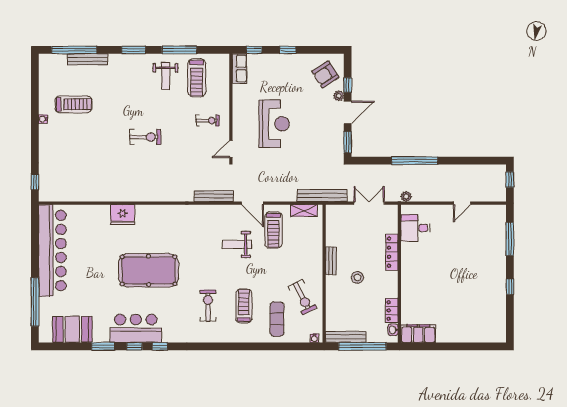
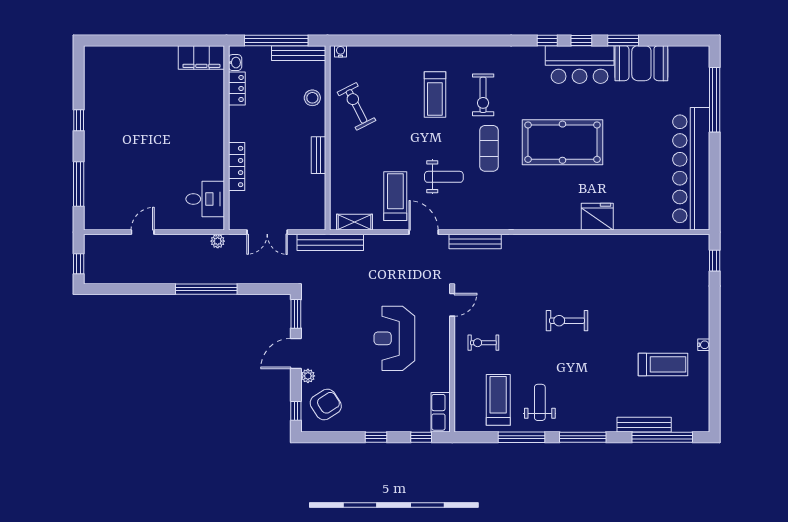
window: (133, 50) -> (583, 437), width x1.44
window: (348, 85) -> (296, 411), moved
treadmill: (73, 104) -> (663, 364), turned 180
stool: (357, 277) -> (312, 98), moved
exercise mat: (277, 319) -> (489, 148), moved
booth: (72, 329) -> (641, 63), moved

